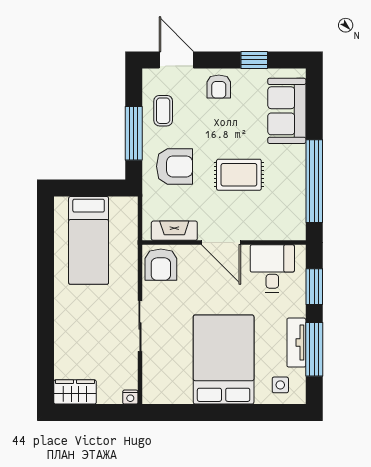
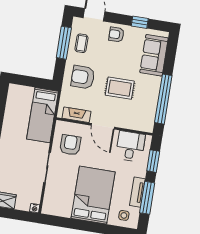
armchair: (219, 87) -> (116, 34), turned 89
window: (134, 133) -> (64, 43), moved
armchair: (175, 166) -> (83, 77), turned 180
bed: (89, 240) -> (43, 115), moved
armchair: (161, 265) -> (70, 145), moved, turned 180

